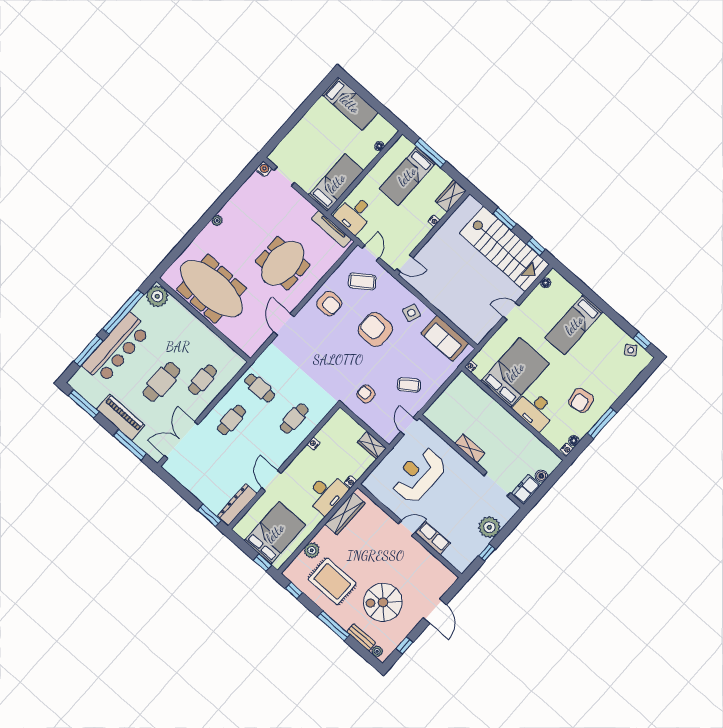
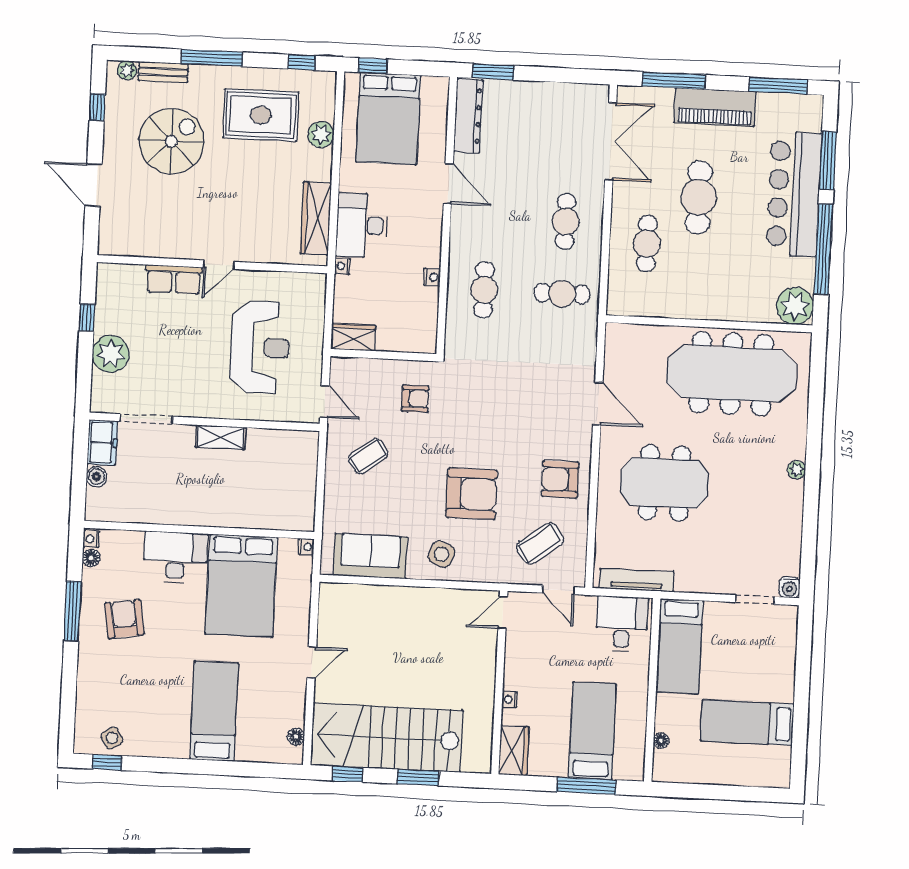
bed: (350, 104) -> (747, 723), moved
meeting table: (283, 263) -> (664, 483), turned 90

